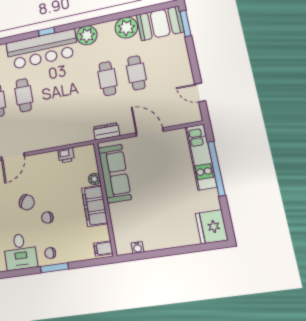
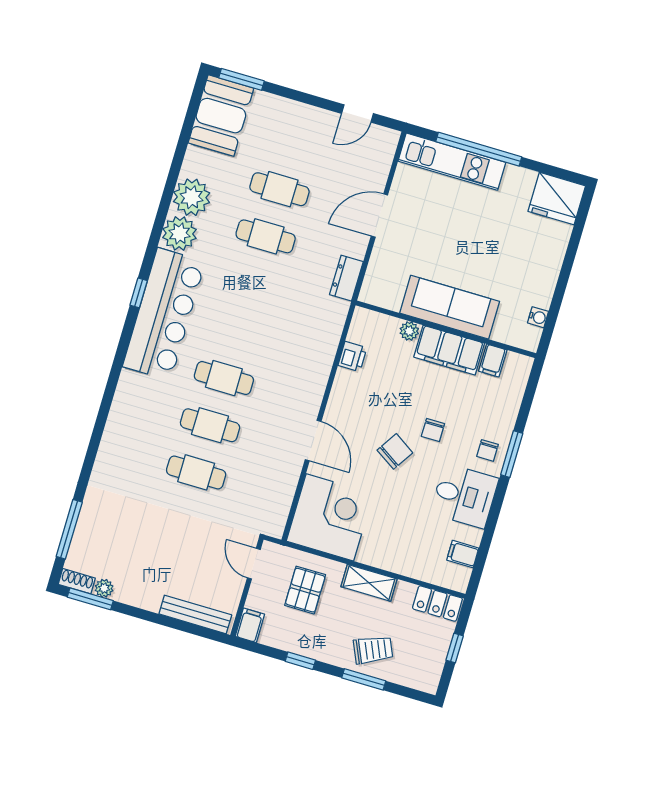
plant: (126, 28) -> (192, 197), moved
sofa: (115, 174) -> (450, 307), moved
filing cabinet: (103, 249) -> (493, 360), moved

